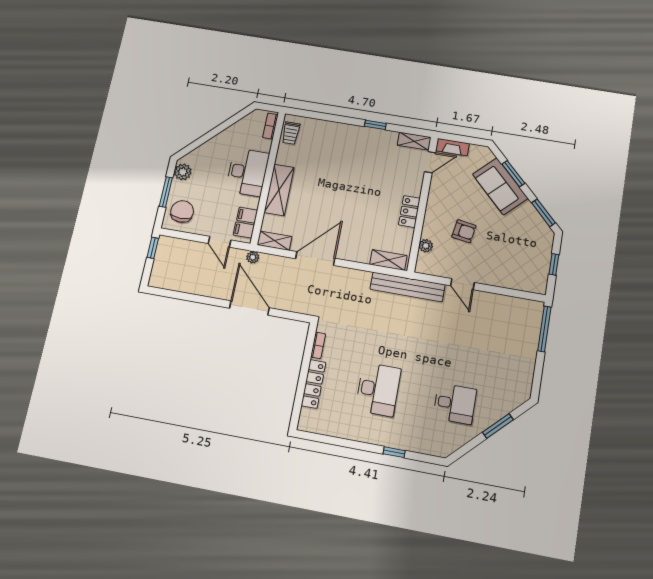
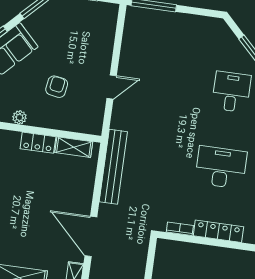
plant: (426, 246) -> (20, 117), moved
shelving: (388, 260) -> (74, 147), moved, turned 90
bench: (407, 287) -> (113, 167), moved

